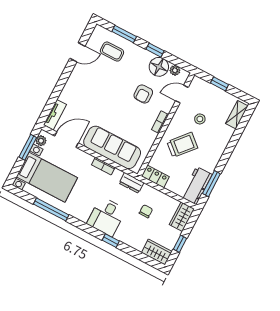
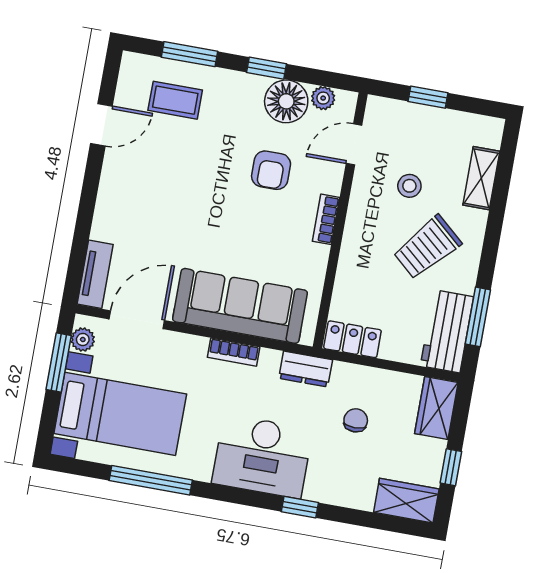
shelving: (237, 115) -> (481, 178), moved
trolley: (182, 145) -> (427, 247), moved, turned 180
desk: (106, 217) -> (262, 456), width x1.37

